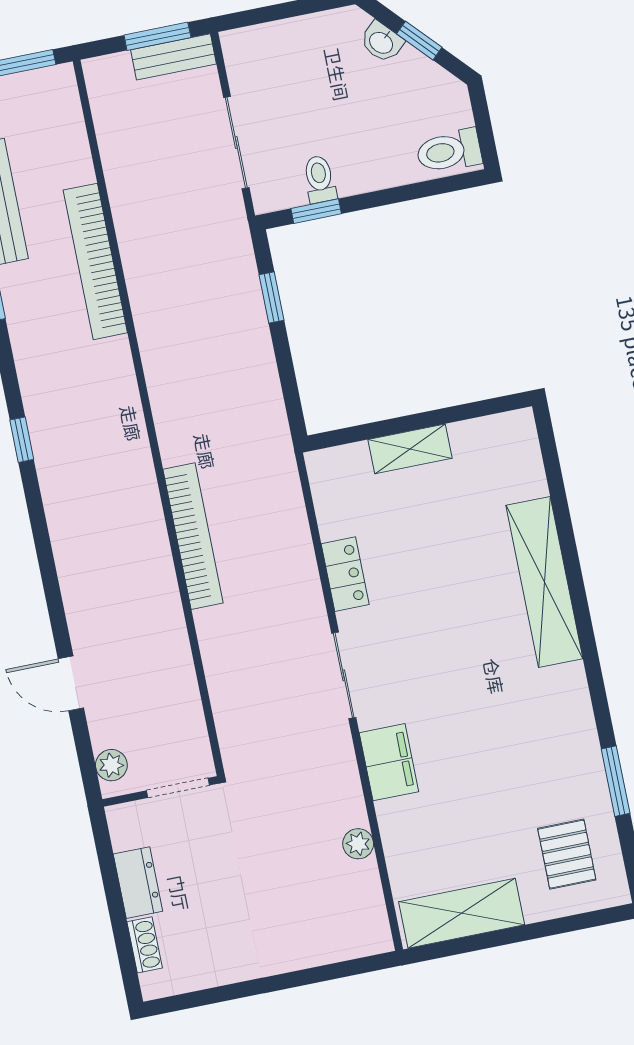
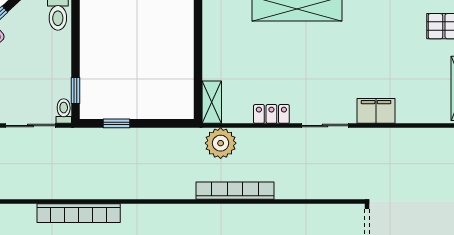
toilet: (320, 179) -> (64, 111), moved, turned 90
shelving: (410, 449) -> (212, 102), moved
plant: (358, 844) -> (221, 143), moved, width x1.88, depth x1.88

